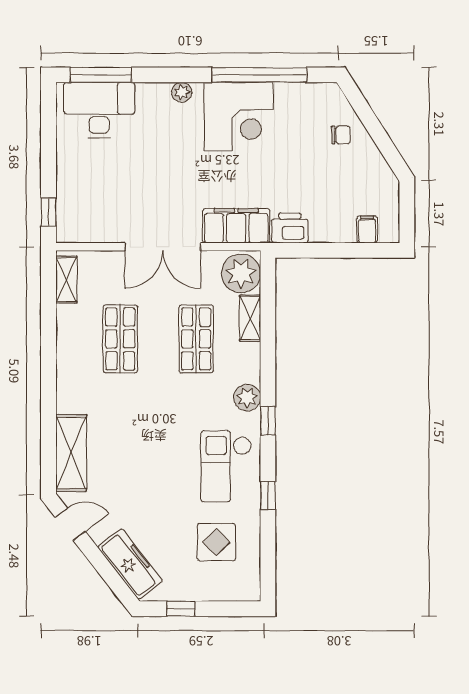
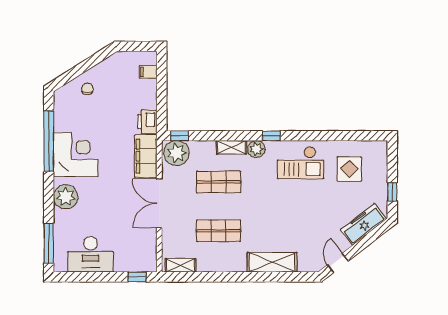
plant: (182, 92) -> (66, 197), width x1.88, depth x1.88
desk: (99, 110) -> (90, 254), moved, turned -90
double door: (163, 247) -> (159, 203), swing flipped
shelving: (250, 318) -> (231, 147), moved
shelving: (71, 453) -> (272, 262), moved
window: (268, 495) -> (180, 136), moved

